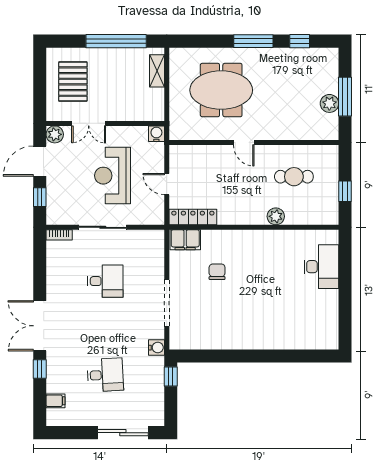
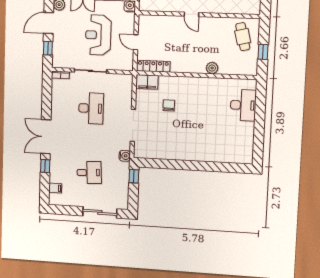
cafe table: (294, 177) -> (243, 37), moved, turned 76
desk: (105, 281) -> (91, 108), width x1.37

